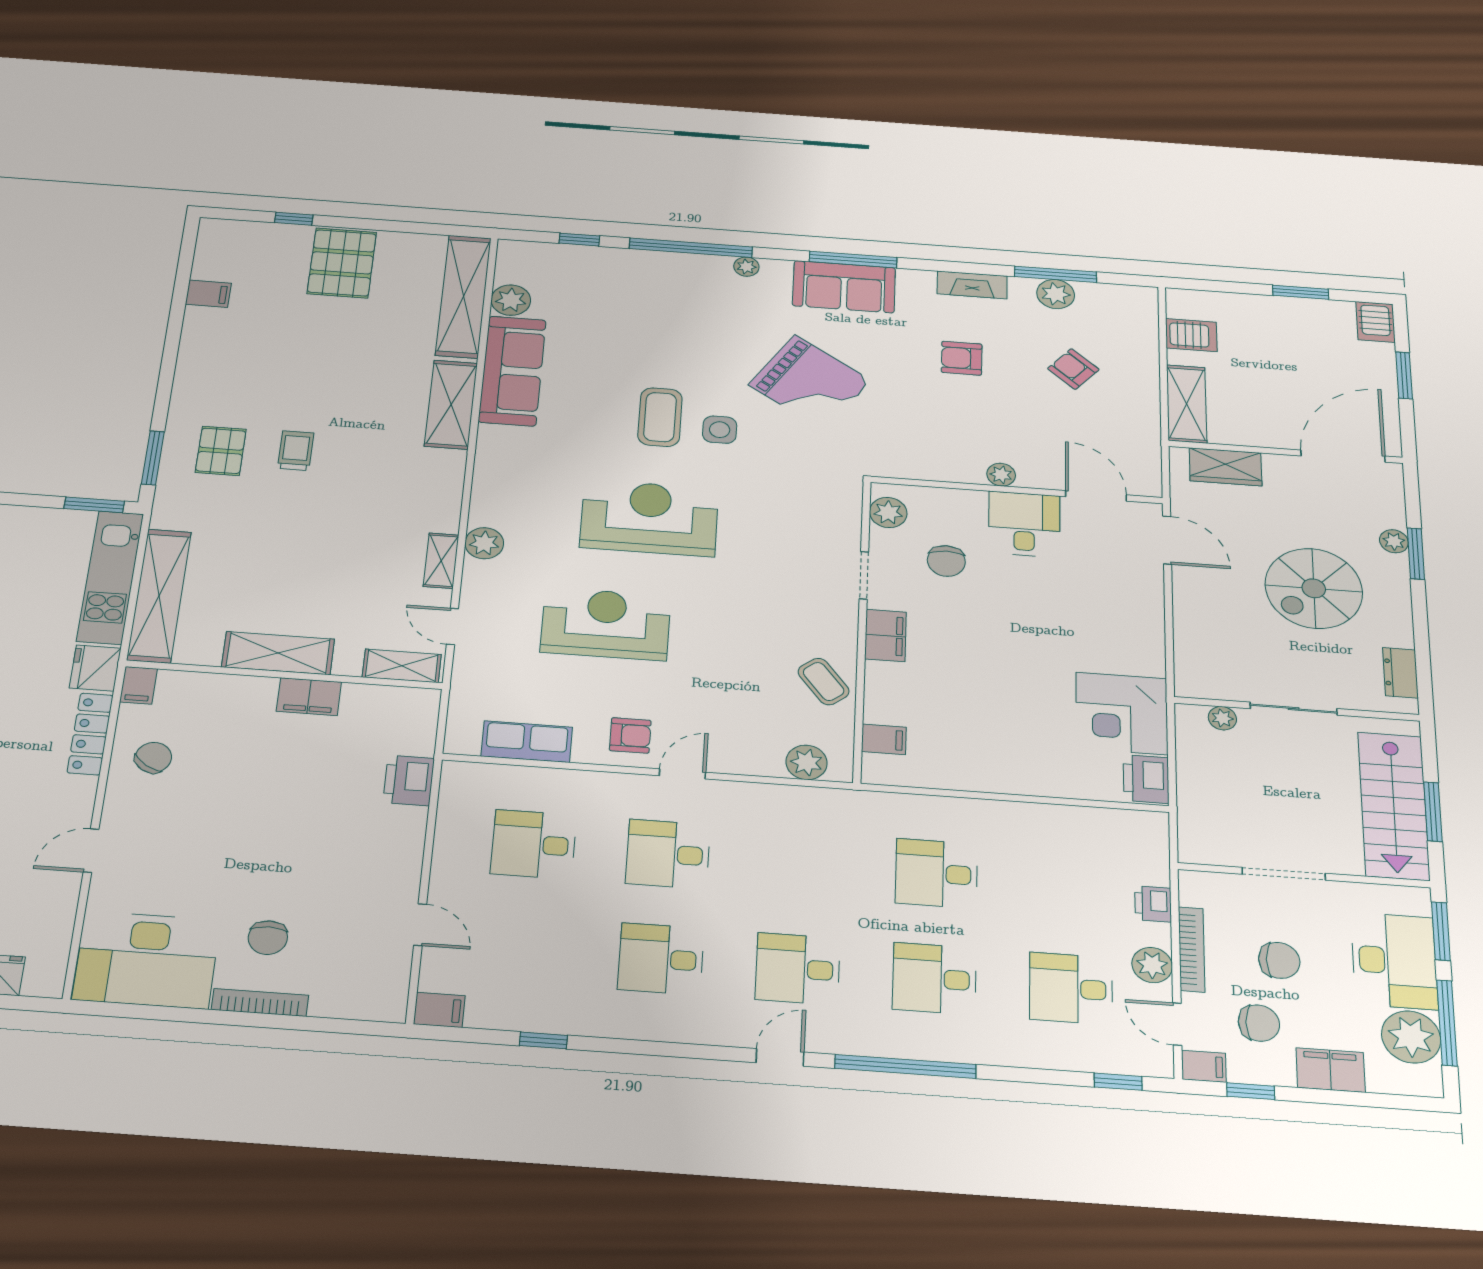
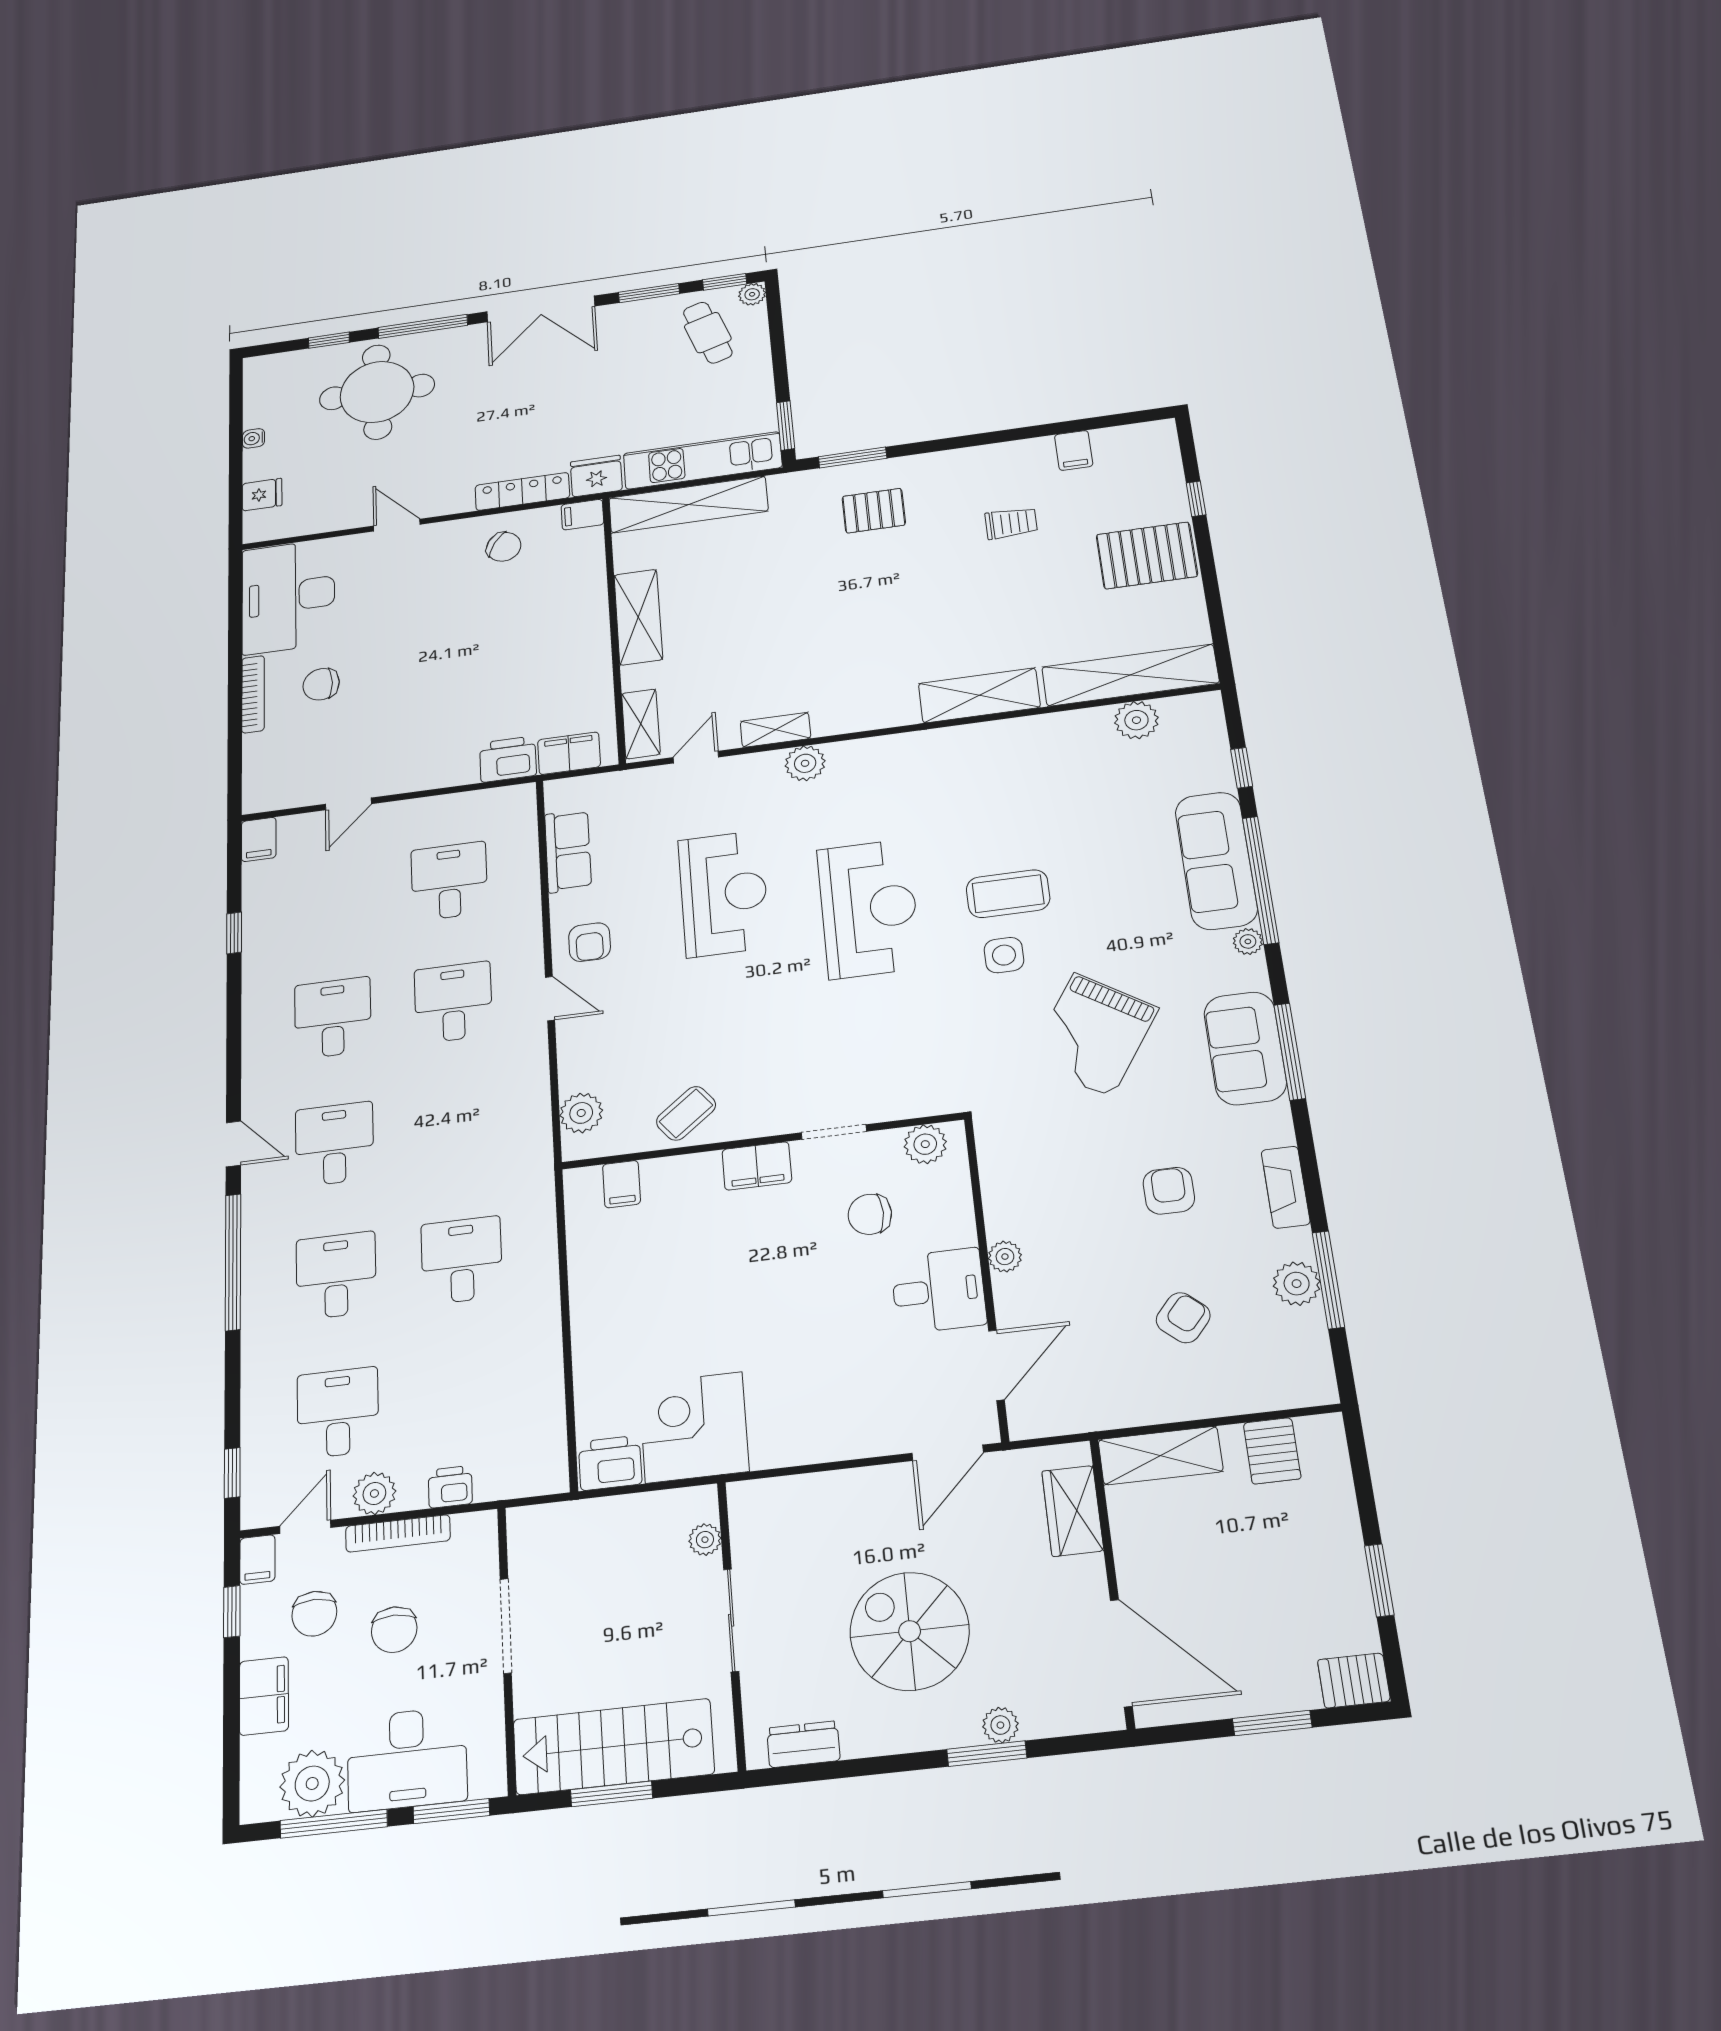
sofa: (512, 371) -> (1216, 860), moved, turned 90
trolley: (296, 451) -> (1011, 523), moved
filing cabinet: (309, 697) -> (569, 753), moved, turned 90

